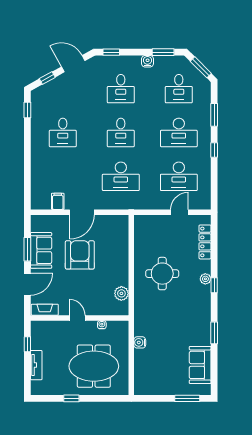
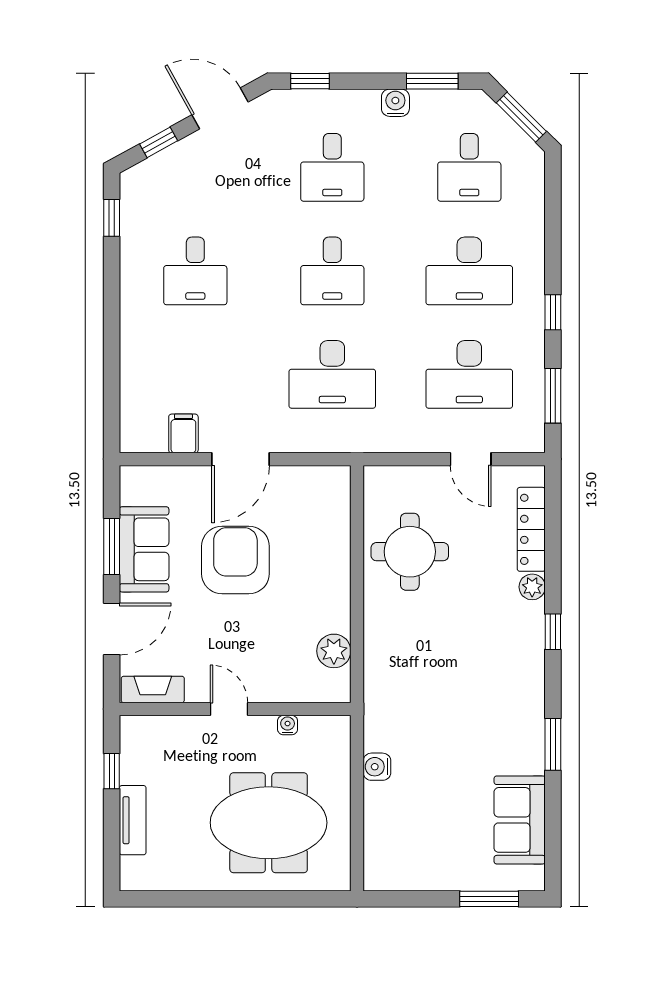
window: (214, 115) -> (553, 396), moved
door: (179, 212) -> (471, 459), swing flipped
round table: (162, 274) -> (410, 552), moved
plant: (205, 279) -> (532, 587), moved
window: (71, 398) -> (216, 899), removed

